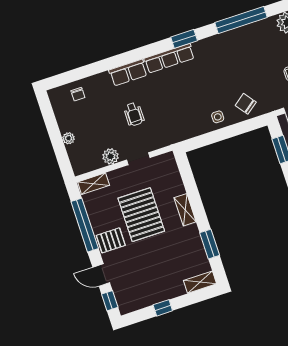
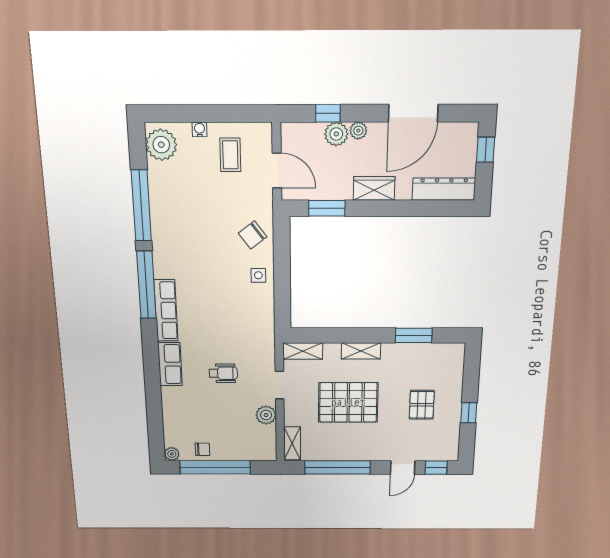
window: (184, 39) -> (146, 285), width x2.11
chair: (78, 94) -> (202, 449), moved
window: (54, 131) -> (215, 467), added
plant: (69, 138) -> (172, 454), moved
pallet: (111, 240) -> (422, 405), moved
shelving: (200, 282) -> (303, 351), moved, turned 90

